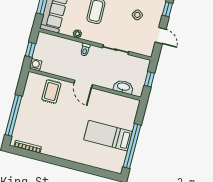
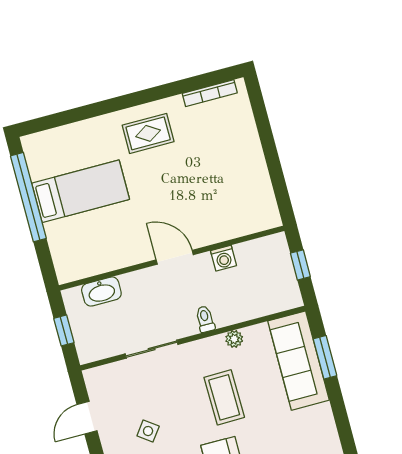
door: (161, 36) -> (87, 418), hinge flipped
washing machine: (36, 65) -> (223, 258), moved
rug: (51, 92) -> (148, 133), moved, turned 90
window: (13, 115) -> (265, 134), removed

